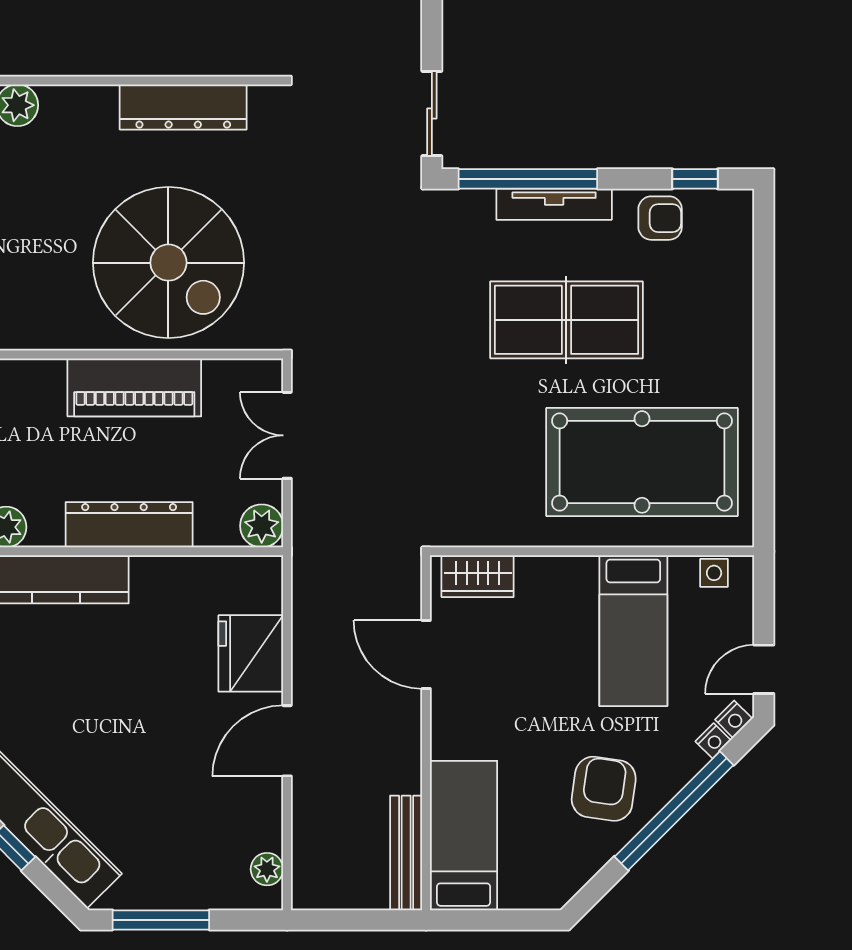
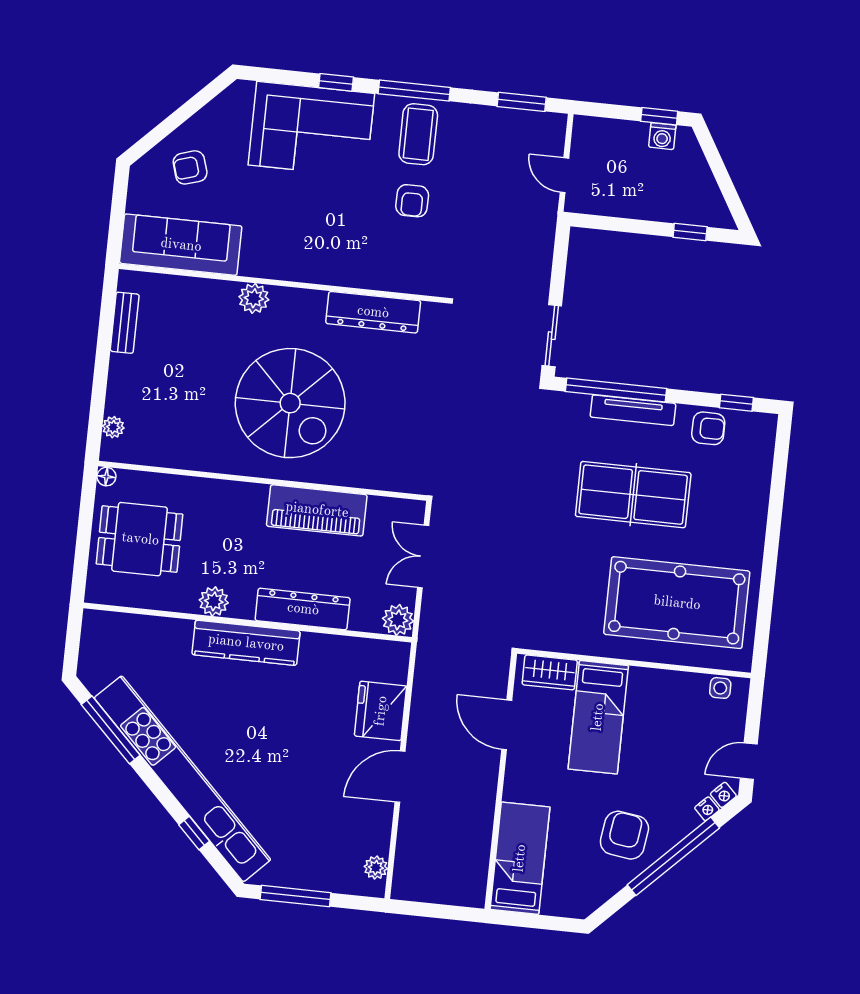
spiral stairs: (168, 263) -> (290, 403), moved
bed: (633, 631) -> (598, 717), moved
bench: (406, 853) -> (477, 866), removed

